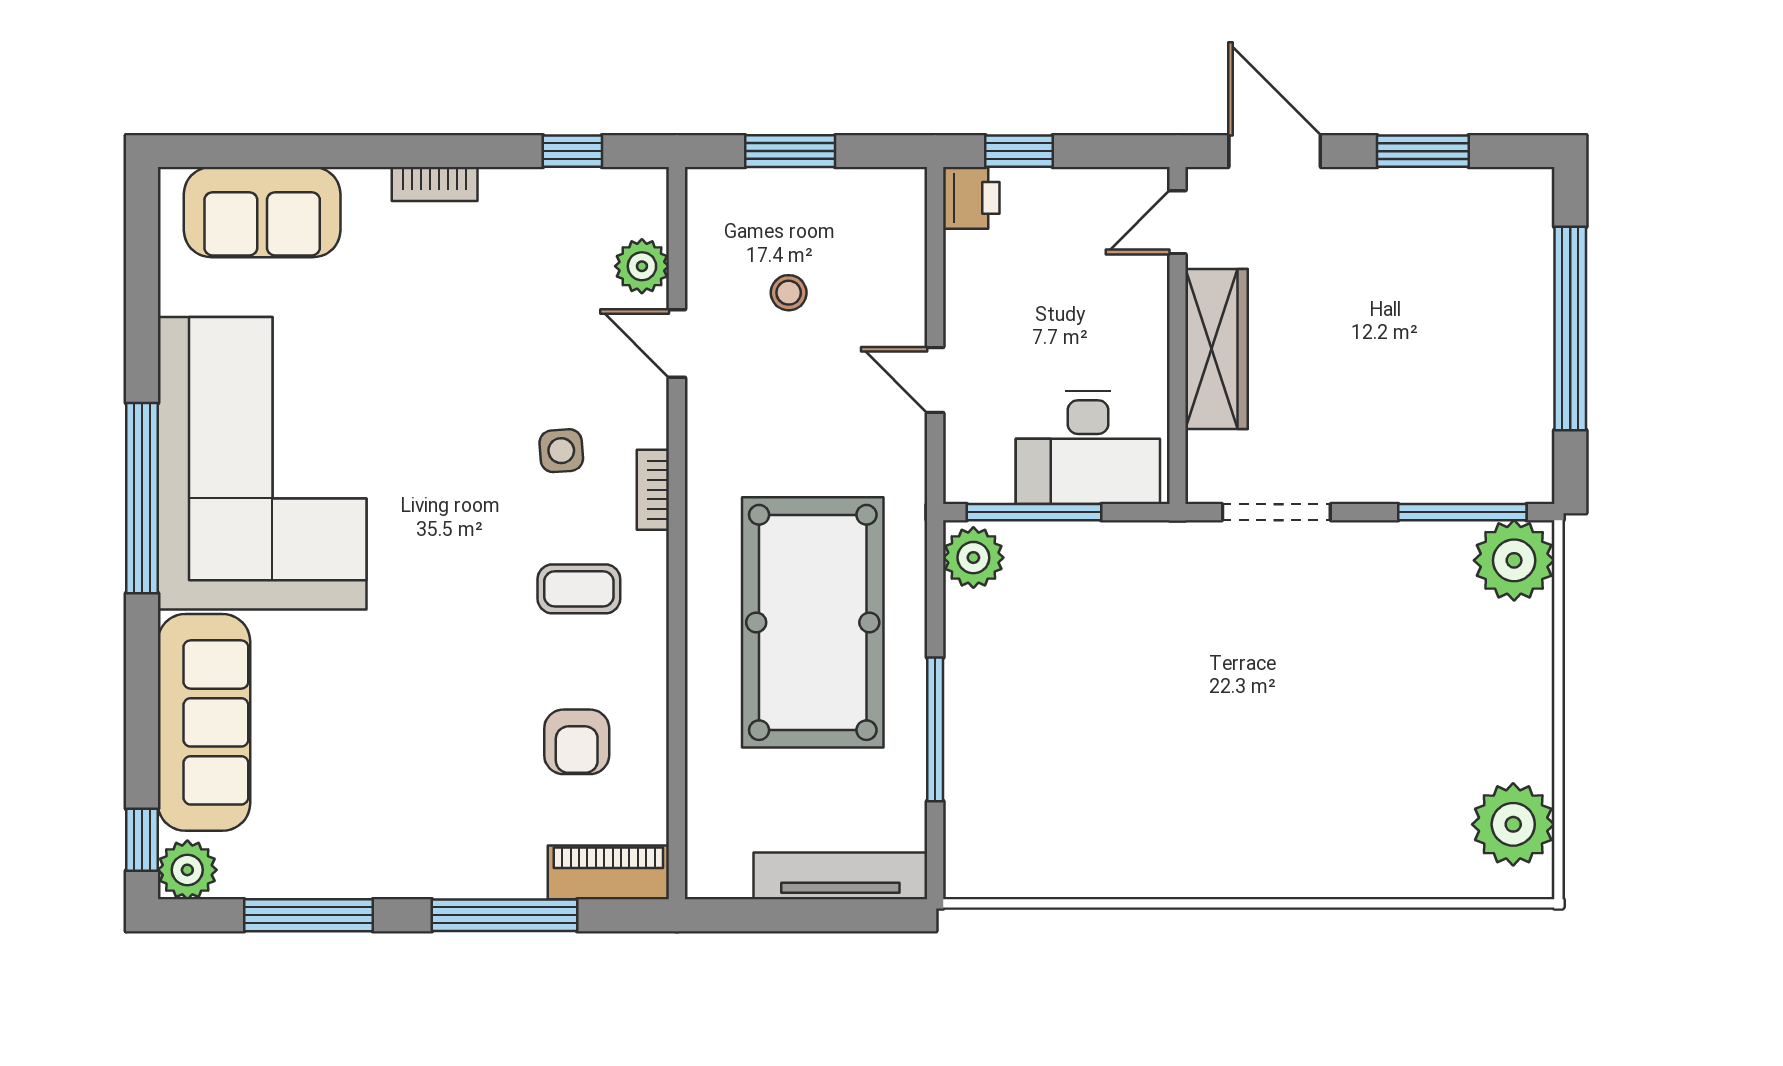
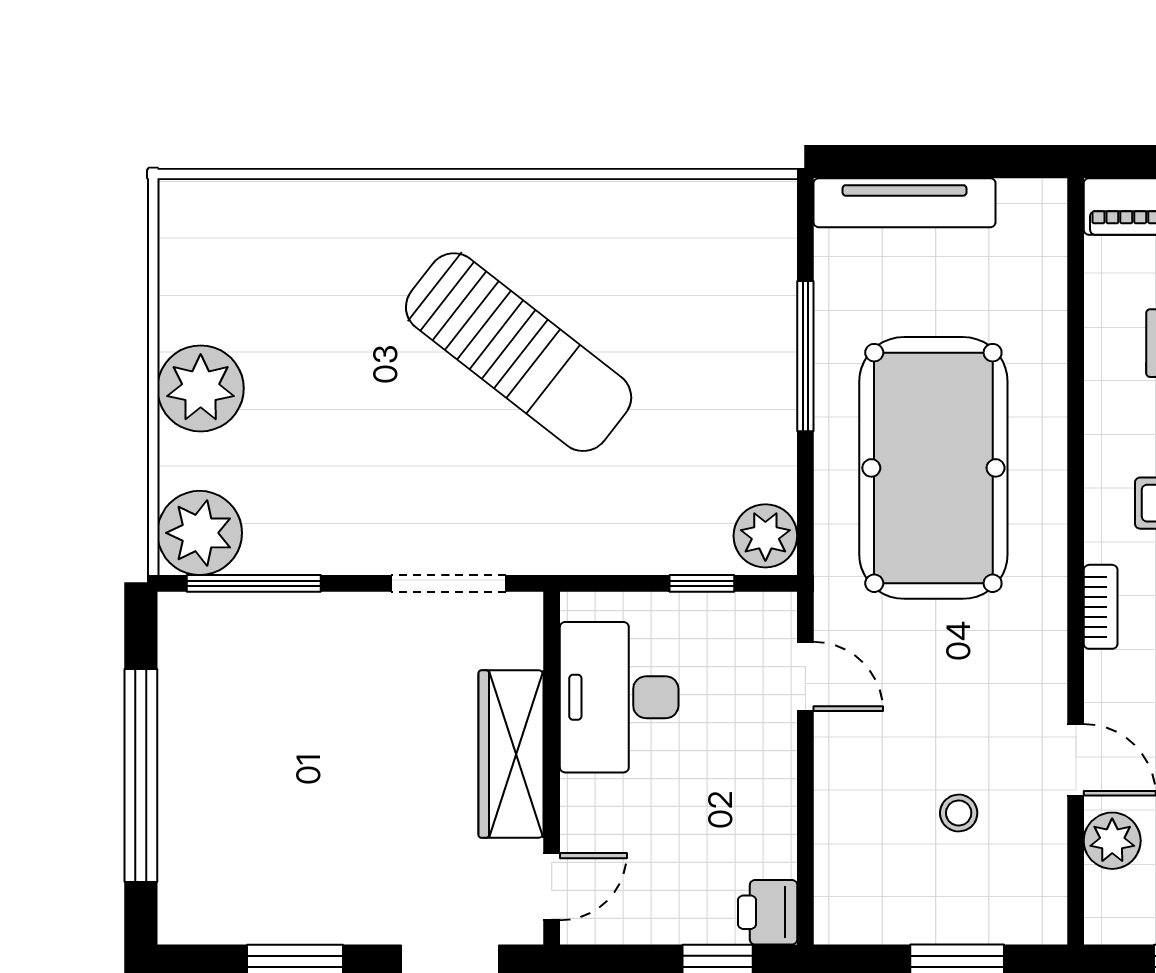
door: (935, 380) -> (805, 676), moved
desk: (1088, 448) -> (619, 697), moved, turned -90
window: (1034, 512) -> (702, 583), width x0.46
sun lounger: (1209, 733) -> (519, 352), added
plant: (1513, 824) -> (201, 388), moved

